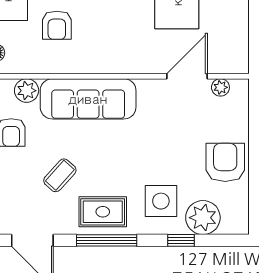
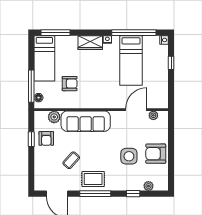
armchair: (57, 25) -> (70, 84), turned -90
armchair: (225, 162) -> (156, 154), turned -90
side table: (161, 201) -> (129, 156), moved
plant: (203, 218) -> (148, 186), width x0.53, depth x0.53

